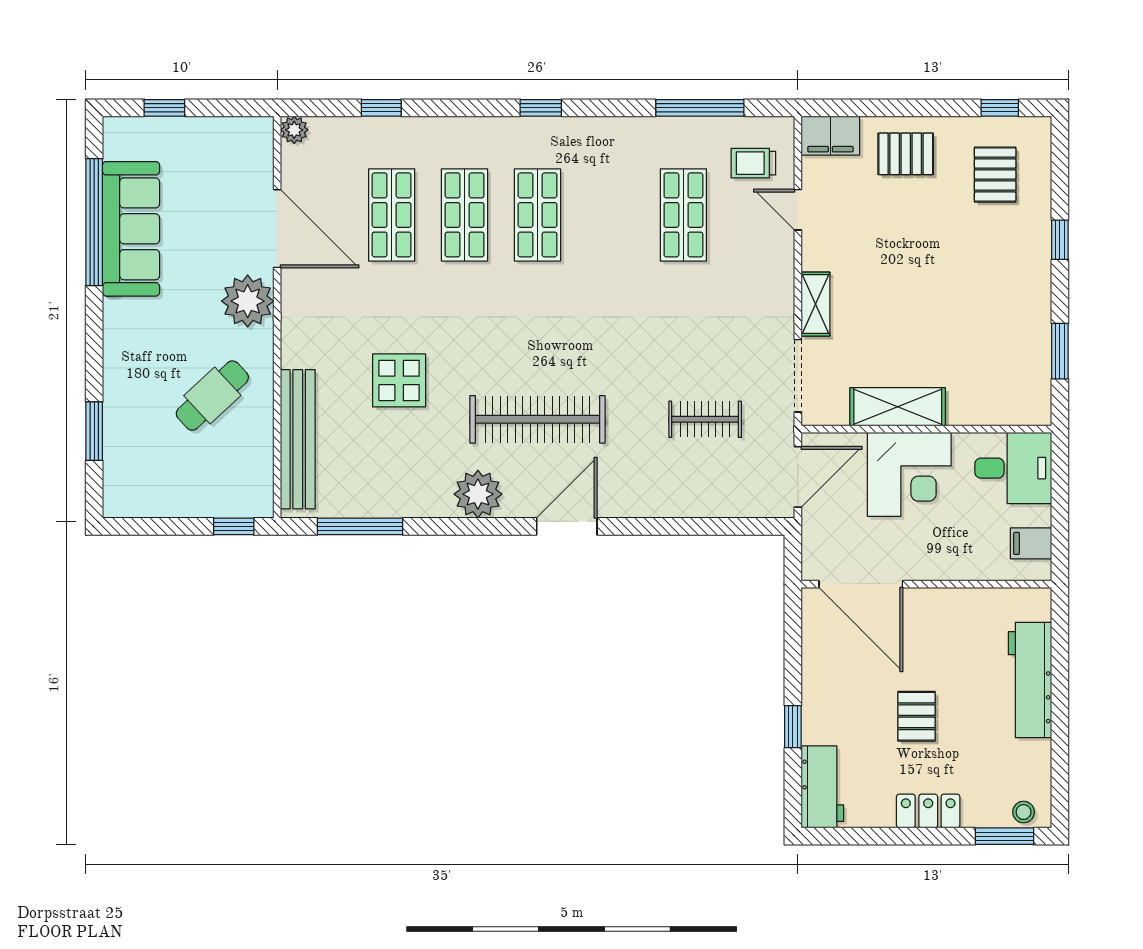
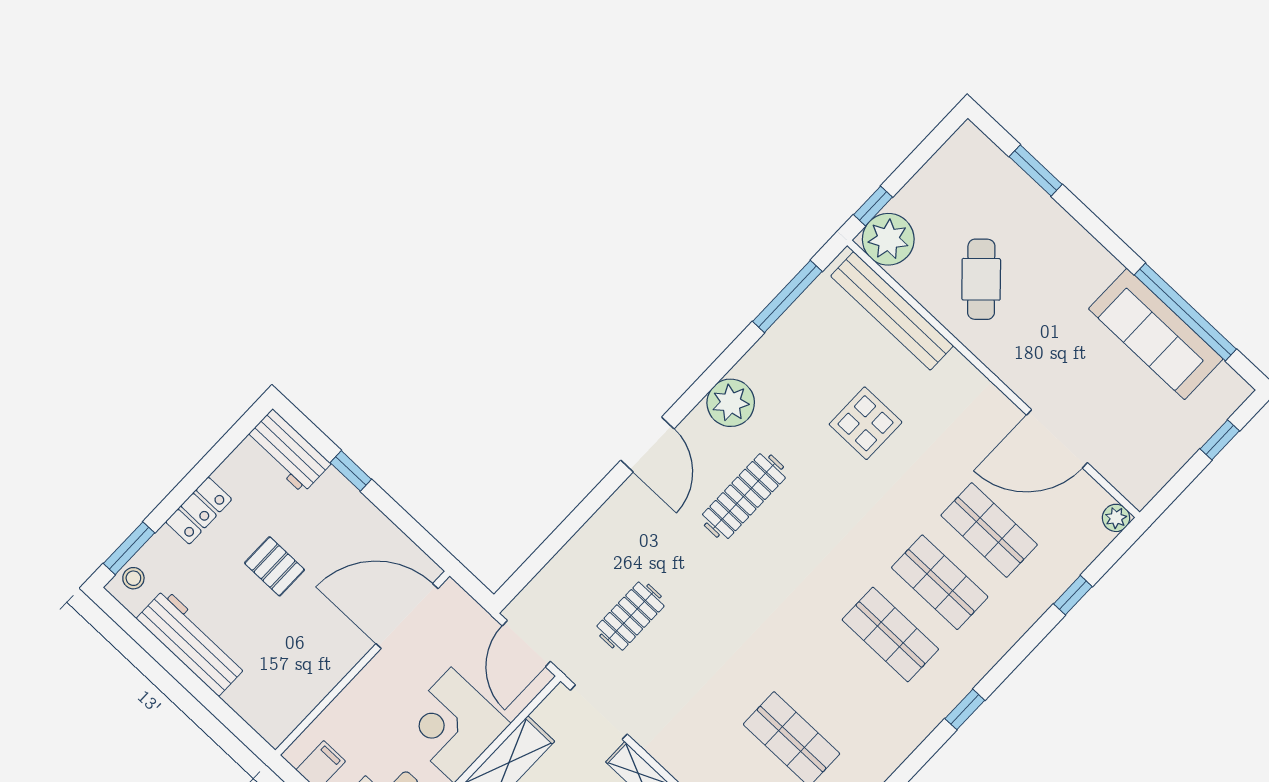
plant: (248, 301) -> (888, 239), moved
clothes rail: (537, 419) -> (744, 496), width x0.73, depth x0.76
workbench: (1030, 680) -> (192, 642), moved

